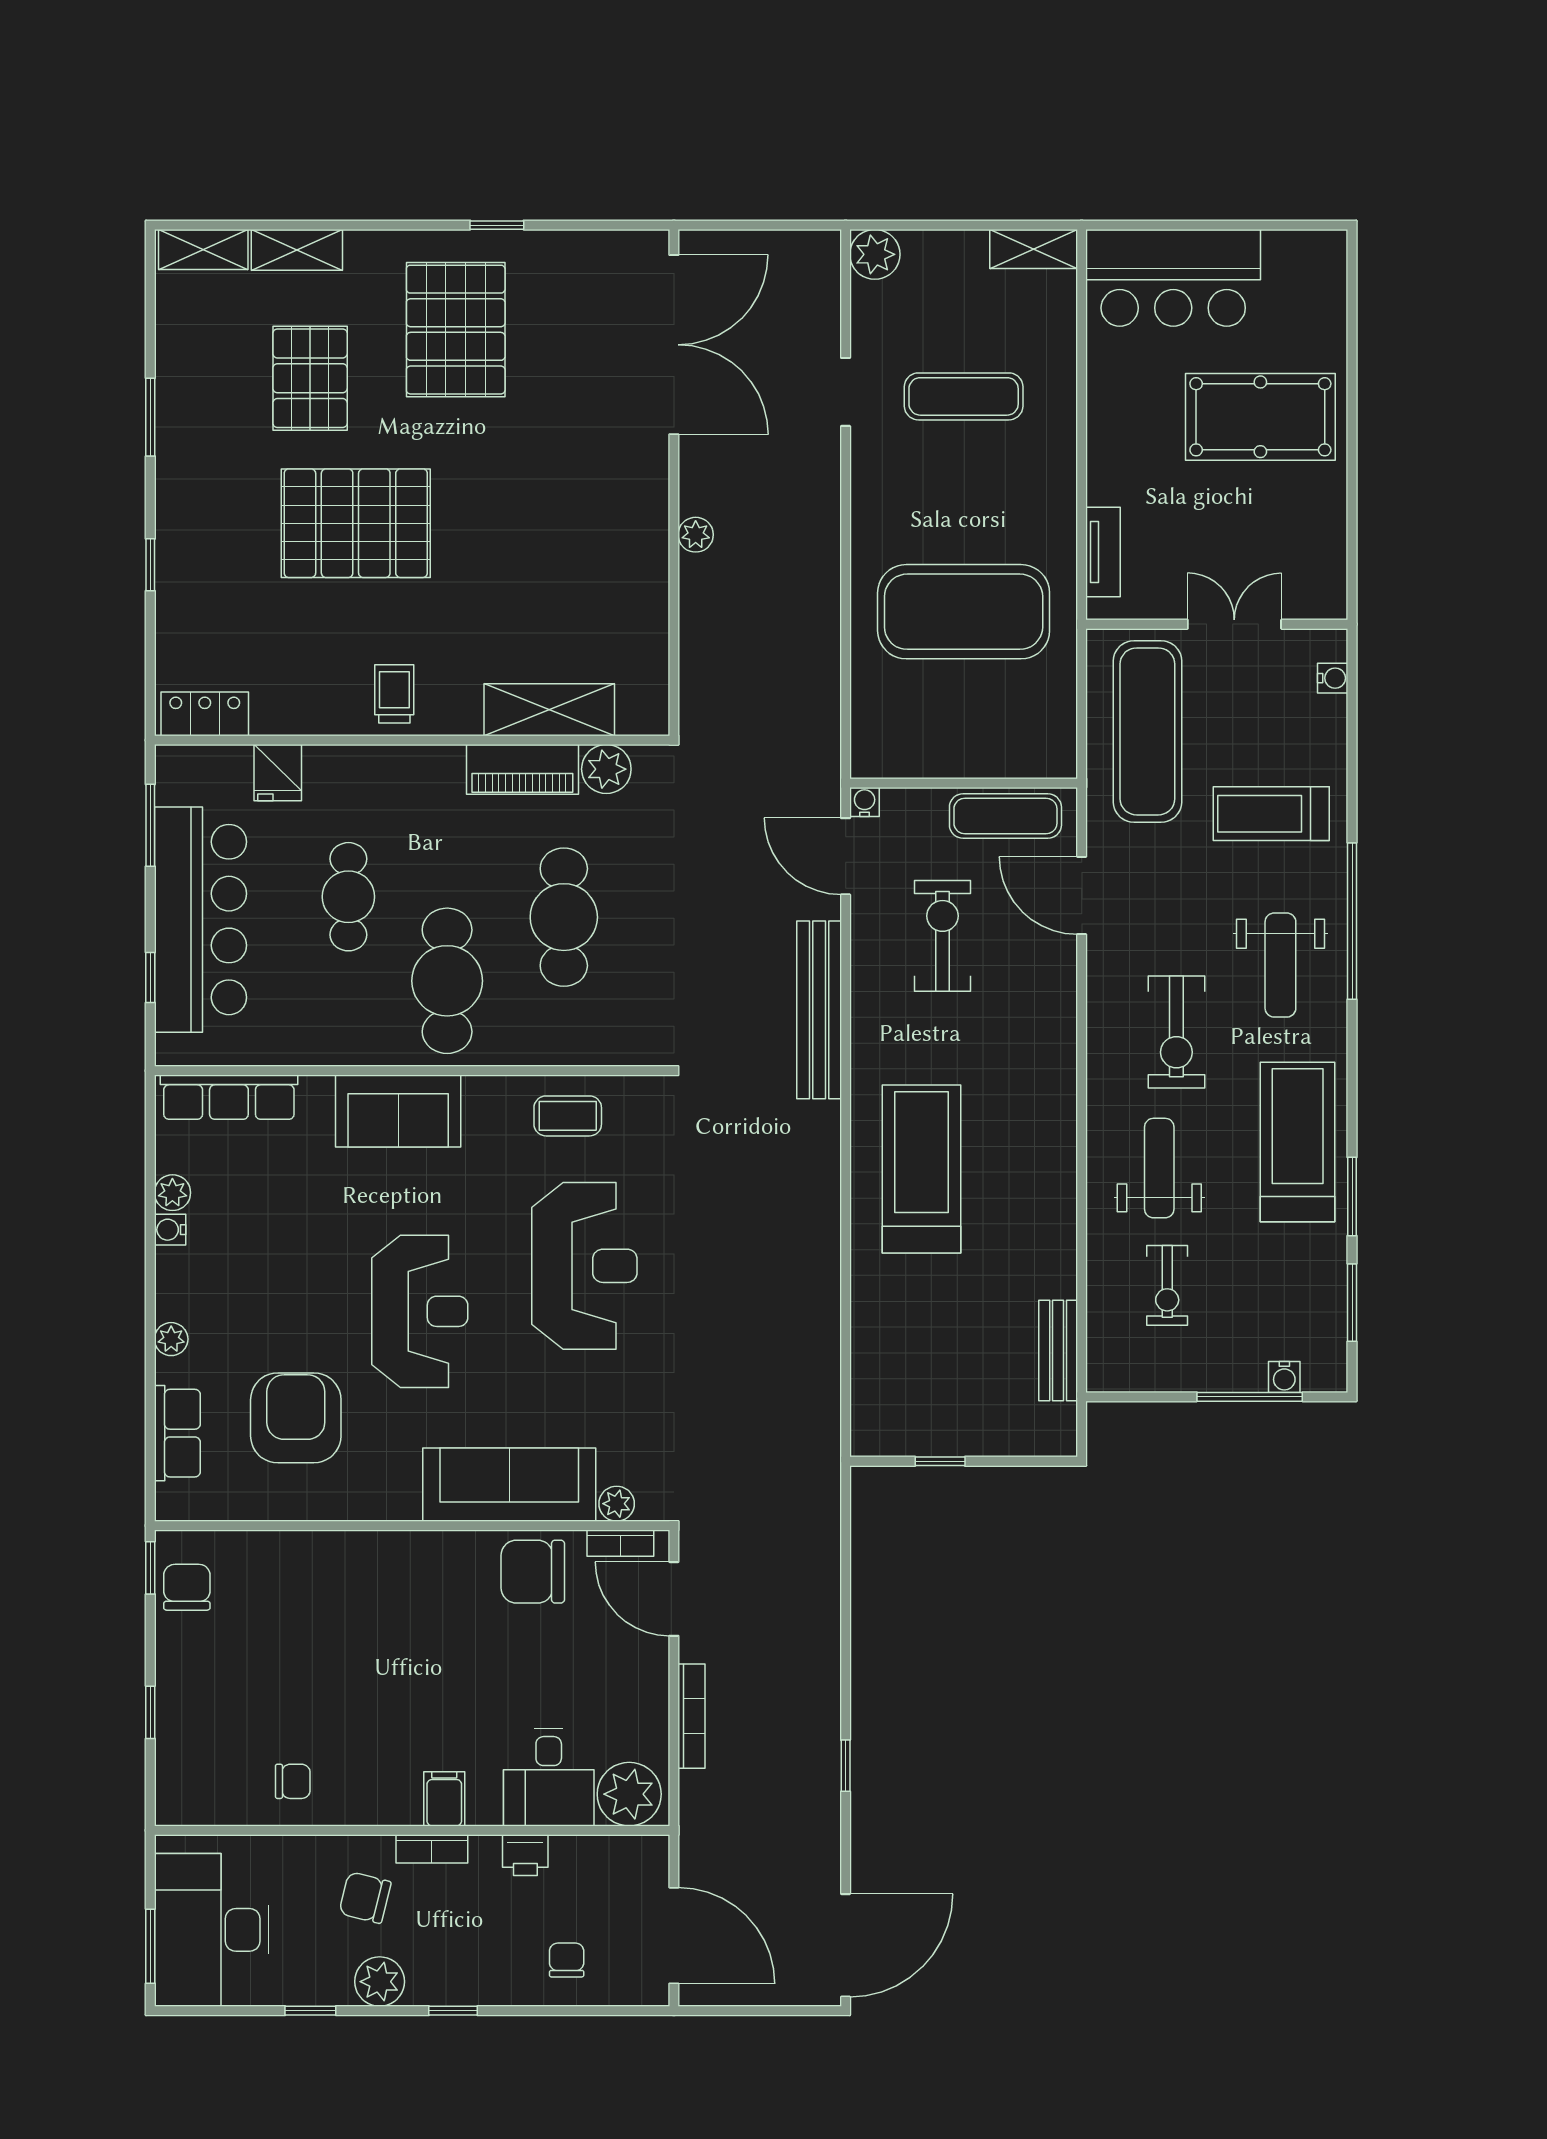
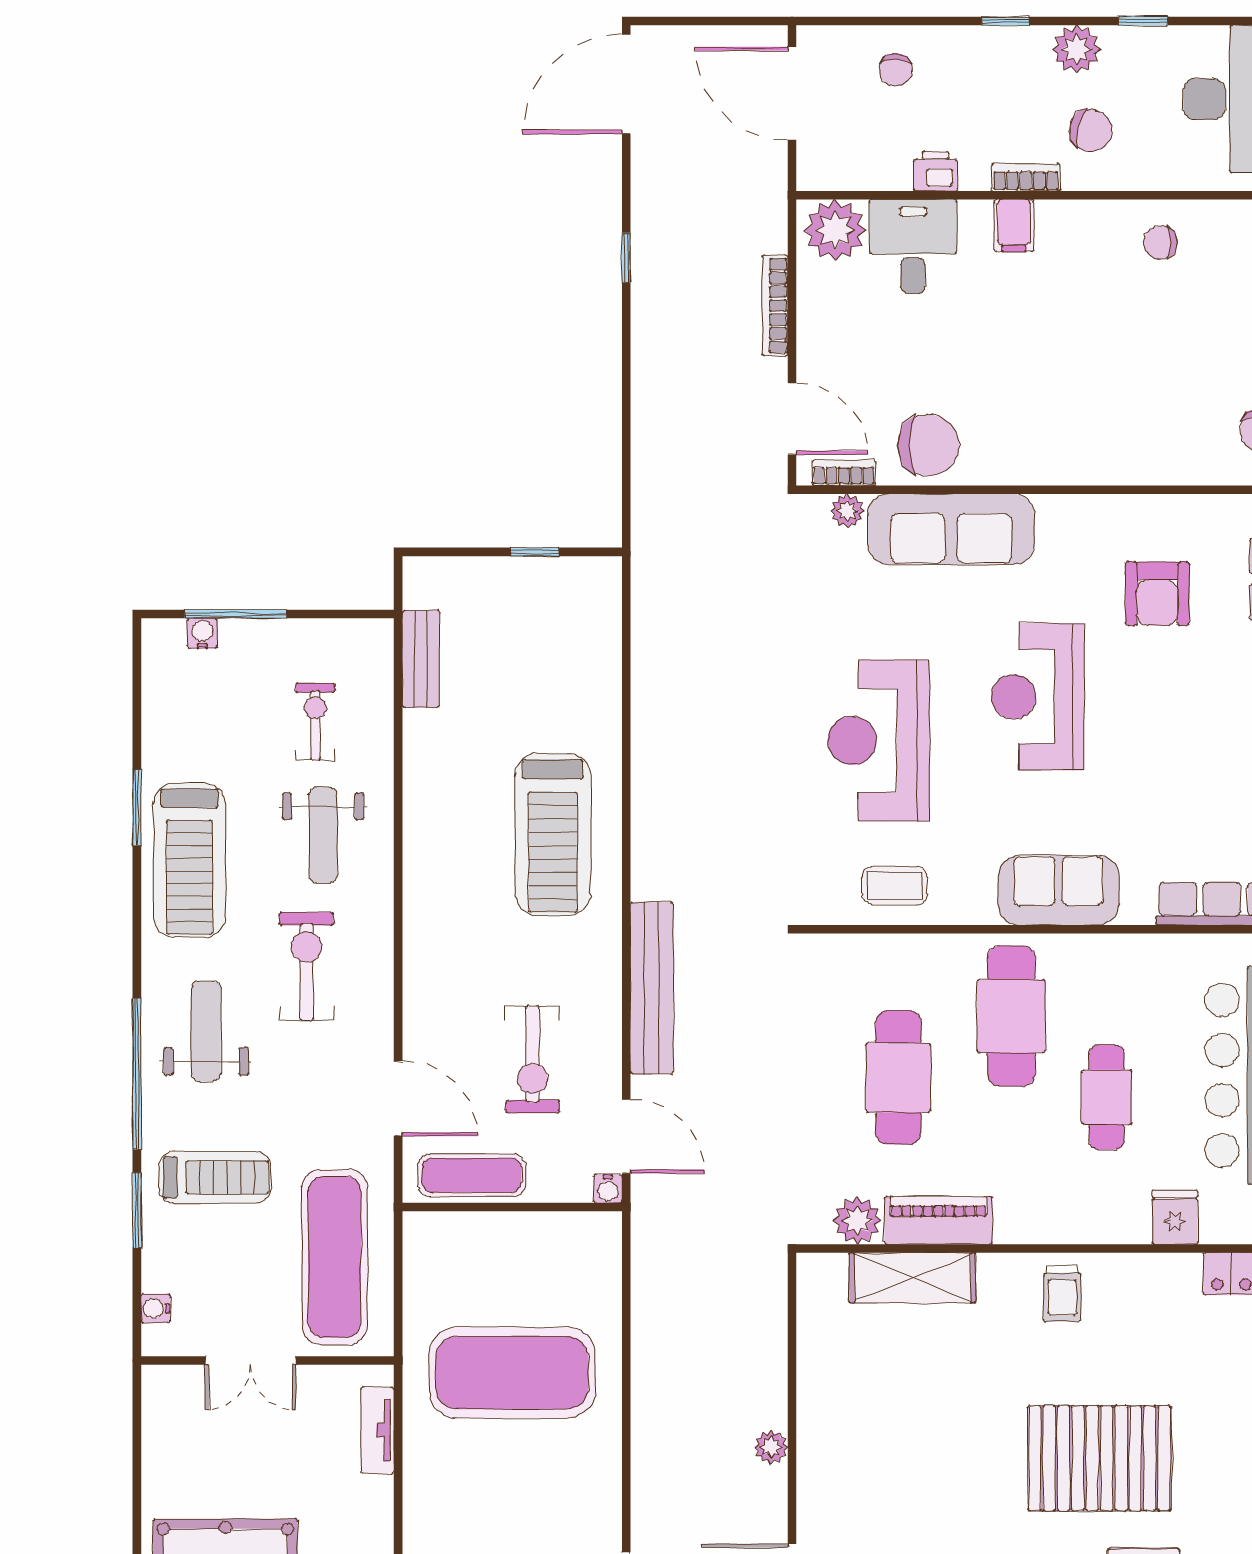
window: (1352, 1303) -> (137, 1210), moved
armchair: (296, 1418) -> (1157, 594), width x0.73, depth x0.73

